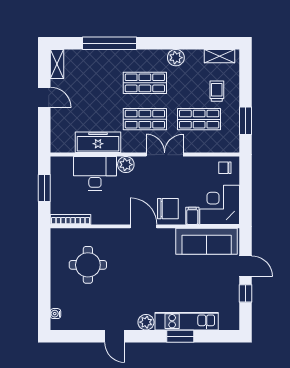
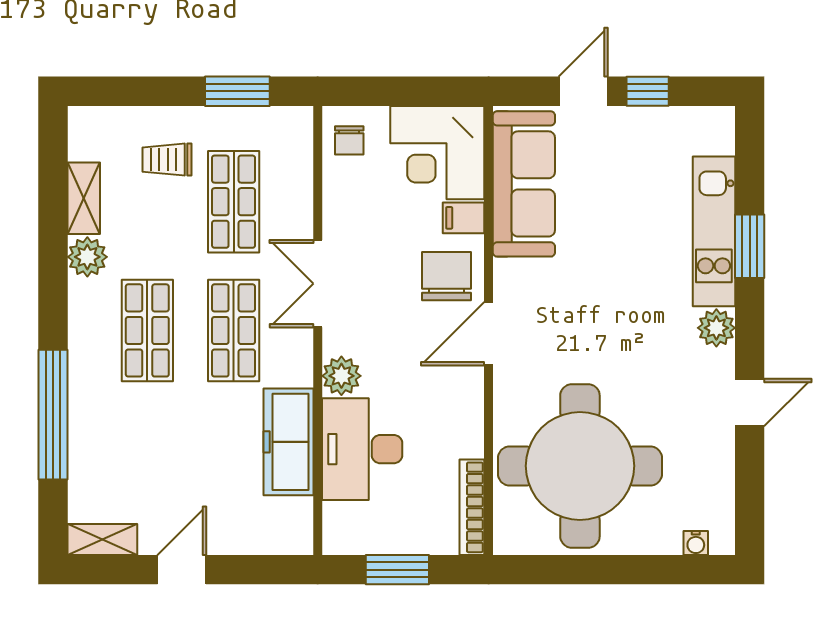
shelving: (219, 56) -> (84, 198), moved
round table: (88, 265) -> (580, 466), width x1.86, depth x1.86

